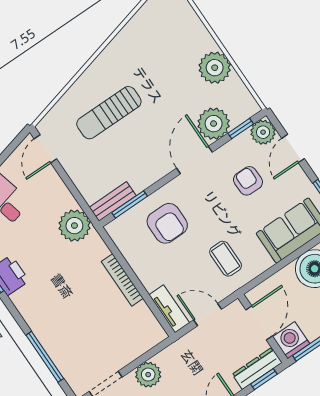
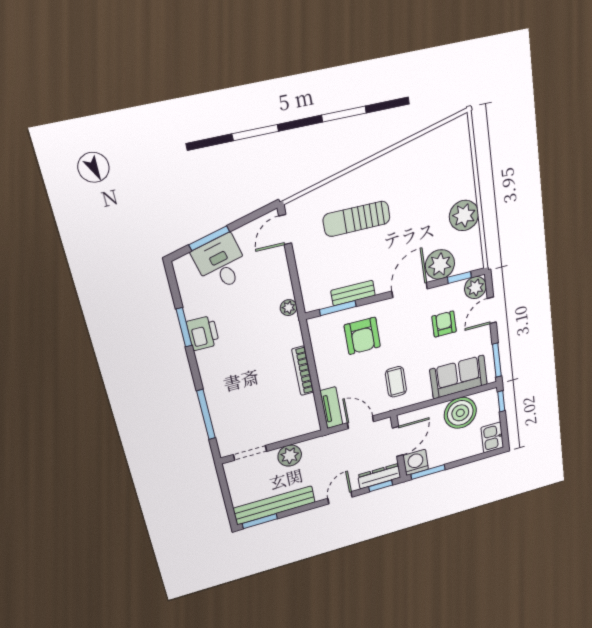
bench: (113, 201) -> (353, 293), moved
plant: (74, 226) -> (289, 308), width x0.53, depth x0.53

